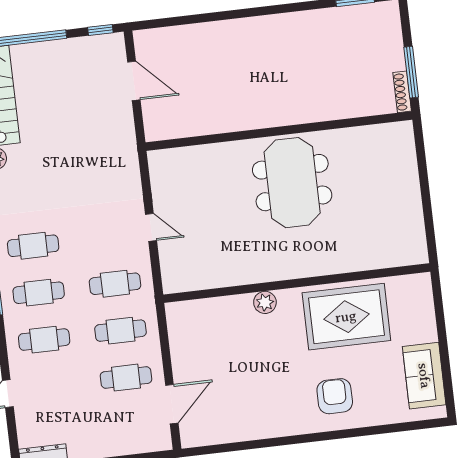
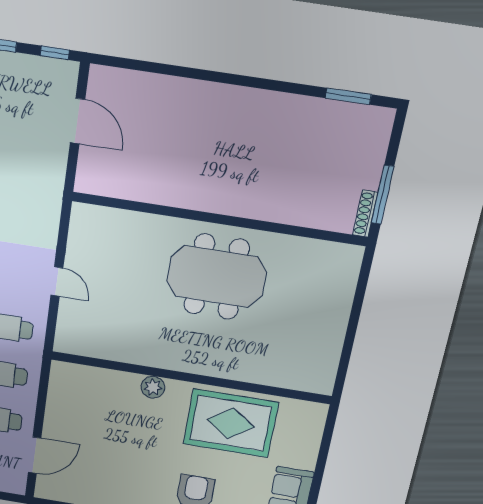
meeting table: (292, 183) -> (216, 277), turned 90

